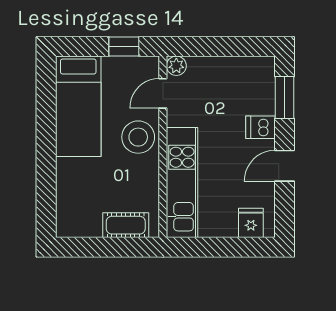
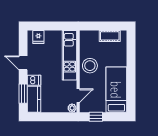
kitchen counter: (261, 85) -> (34, 99), added
stool: (138, 137) -> (90, 66), moved
door: (284, 166) -> (23, 63), swing flipped
cot: (126, 225) -> (110, 36), moved

